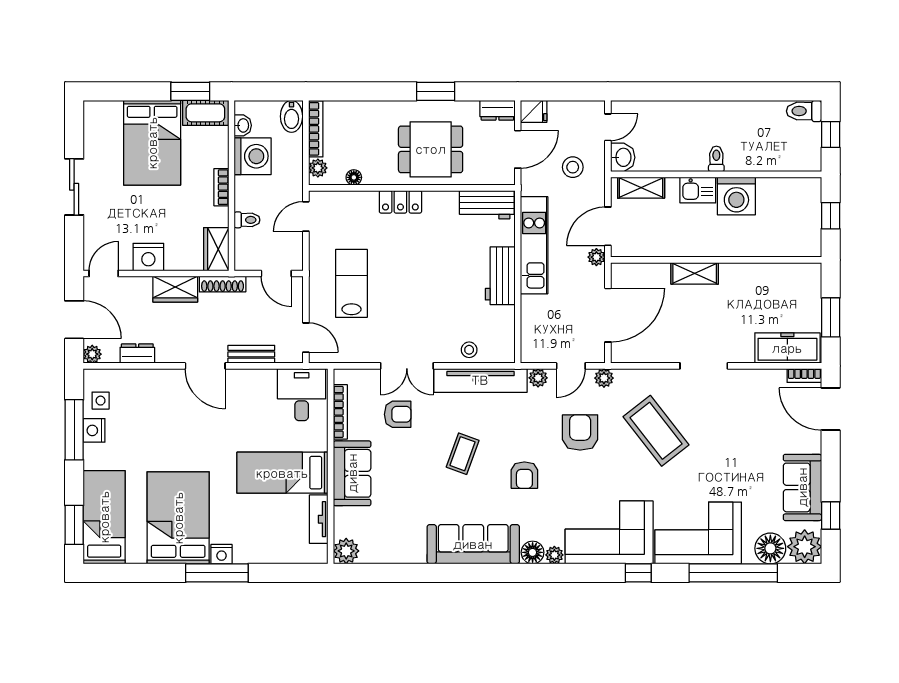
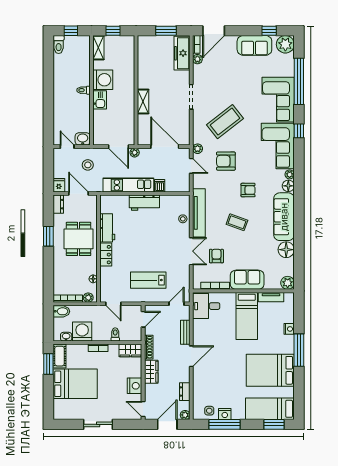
shelving: (641, 188) -> (98, 48), moved
workbench: (487, 205) -> (107, 228), moved
dishwasher: (533, 305) -> (160, 186), added
plant: (538, 378) -> (197, 59), moved
floor lamp: (770, 548) -> (286, 250), moved
nightstand: (222, 554) -> (289, 329), moved

